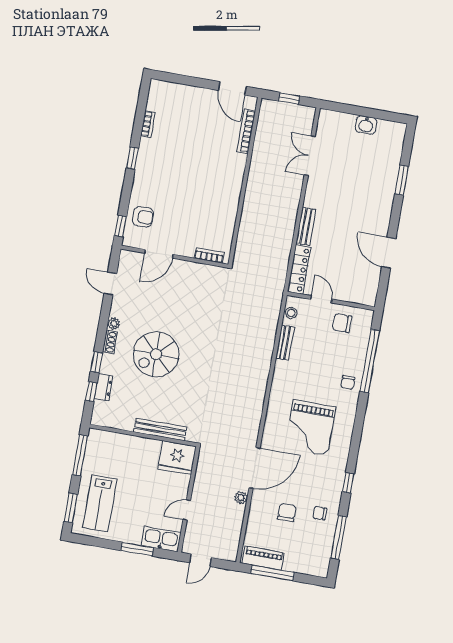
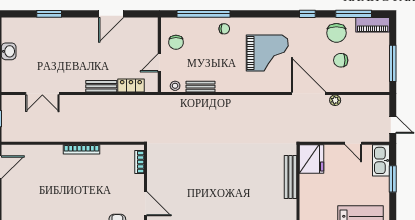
bookcase: (246, 131) -> (82, 149), moved
locker: (299, 269) -> (131, 85), width x0.66
spiral stairs: (156, 354) -> (229, 191), removed
chair: (320, 513) -> (336, 33), width x1.87, depth x1.87
piano: (263, 558) -> (373, 25), moved, turned -90

